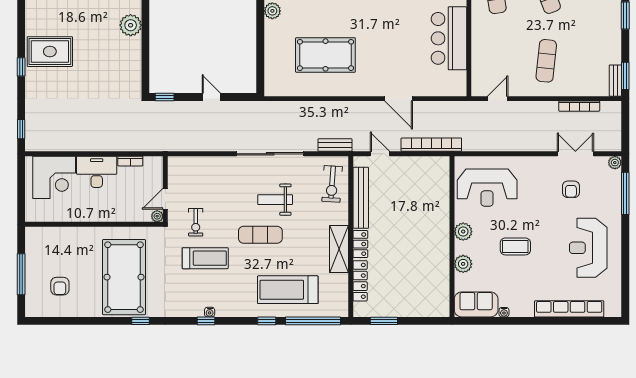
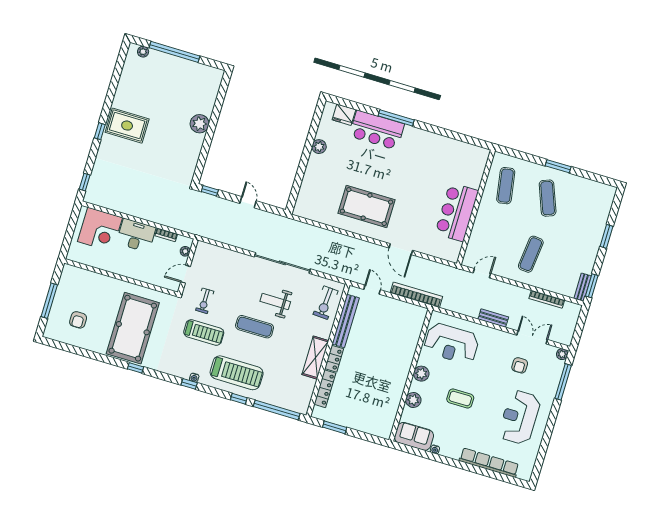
pool table: (325, 55) -> (367, 207), moved
bench: (335, 145) -> (493, 318), moved
plant: (157, 216) -> (185, 251), moved
treadmill: (288, 290) -> (237, 373), moved, turned 180

